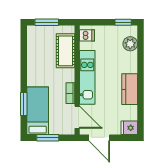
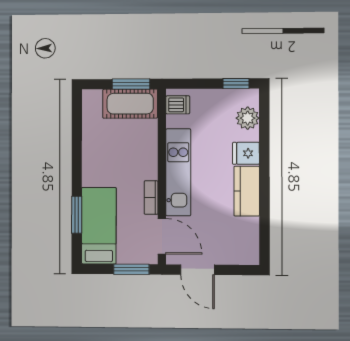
window: (47, 22) -> (131, 84), moved
cot: (66, 51) -> (130, 104), moved, turned 90
fridge: (129, 128) -> (246, 153), moved
window: (48, 138) -> (131, 269), moved

